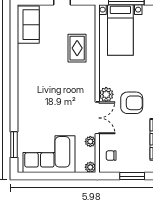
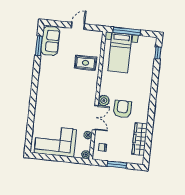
rug: (77, 48) -> (86, 63), turned 90
armchair: (132, 103) -> (123, 109), turned -90
window: (14, 145) -> (39, 46), moved

